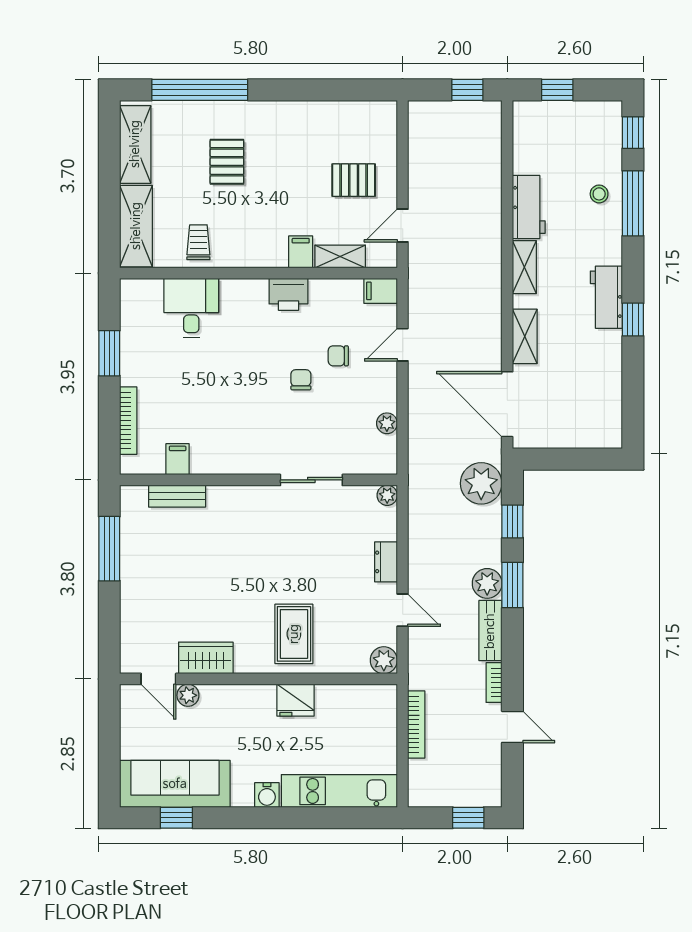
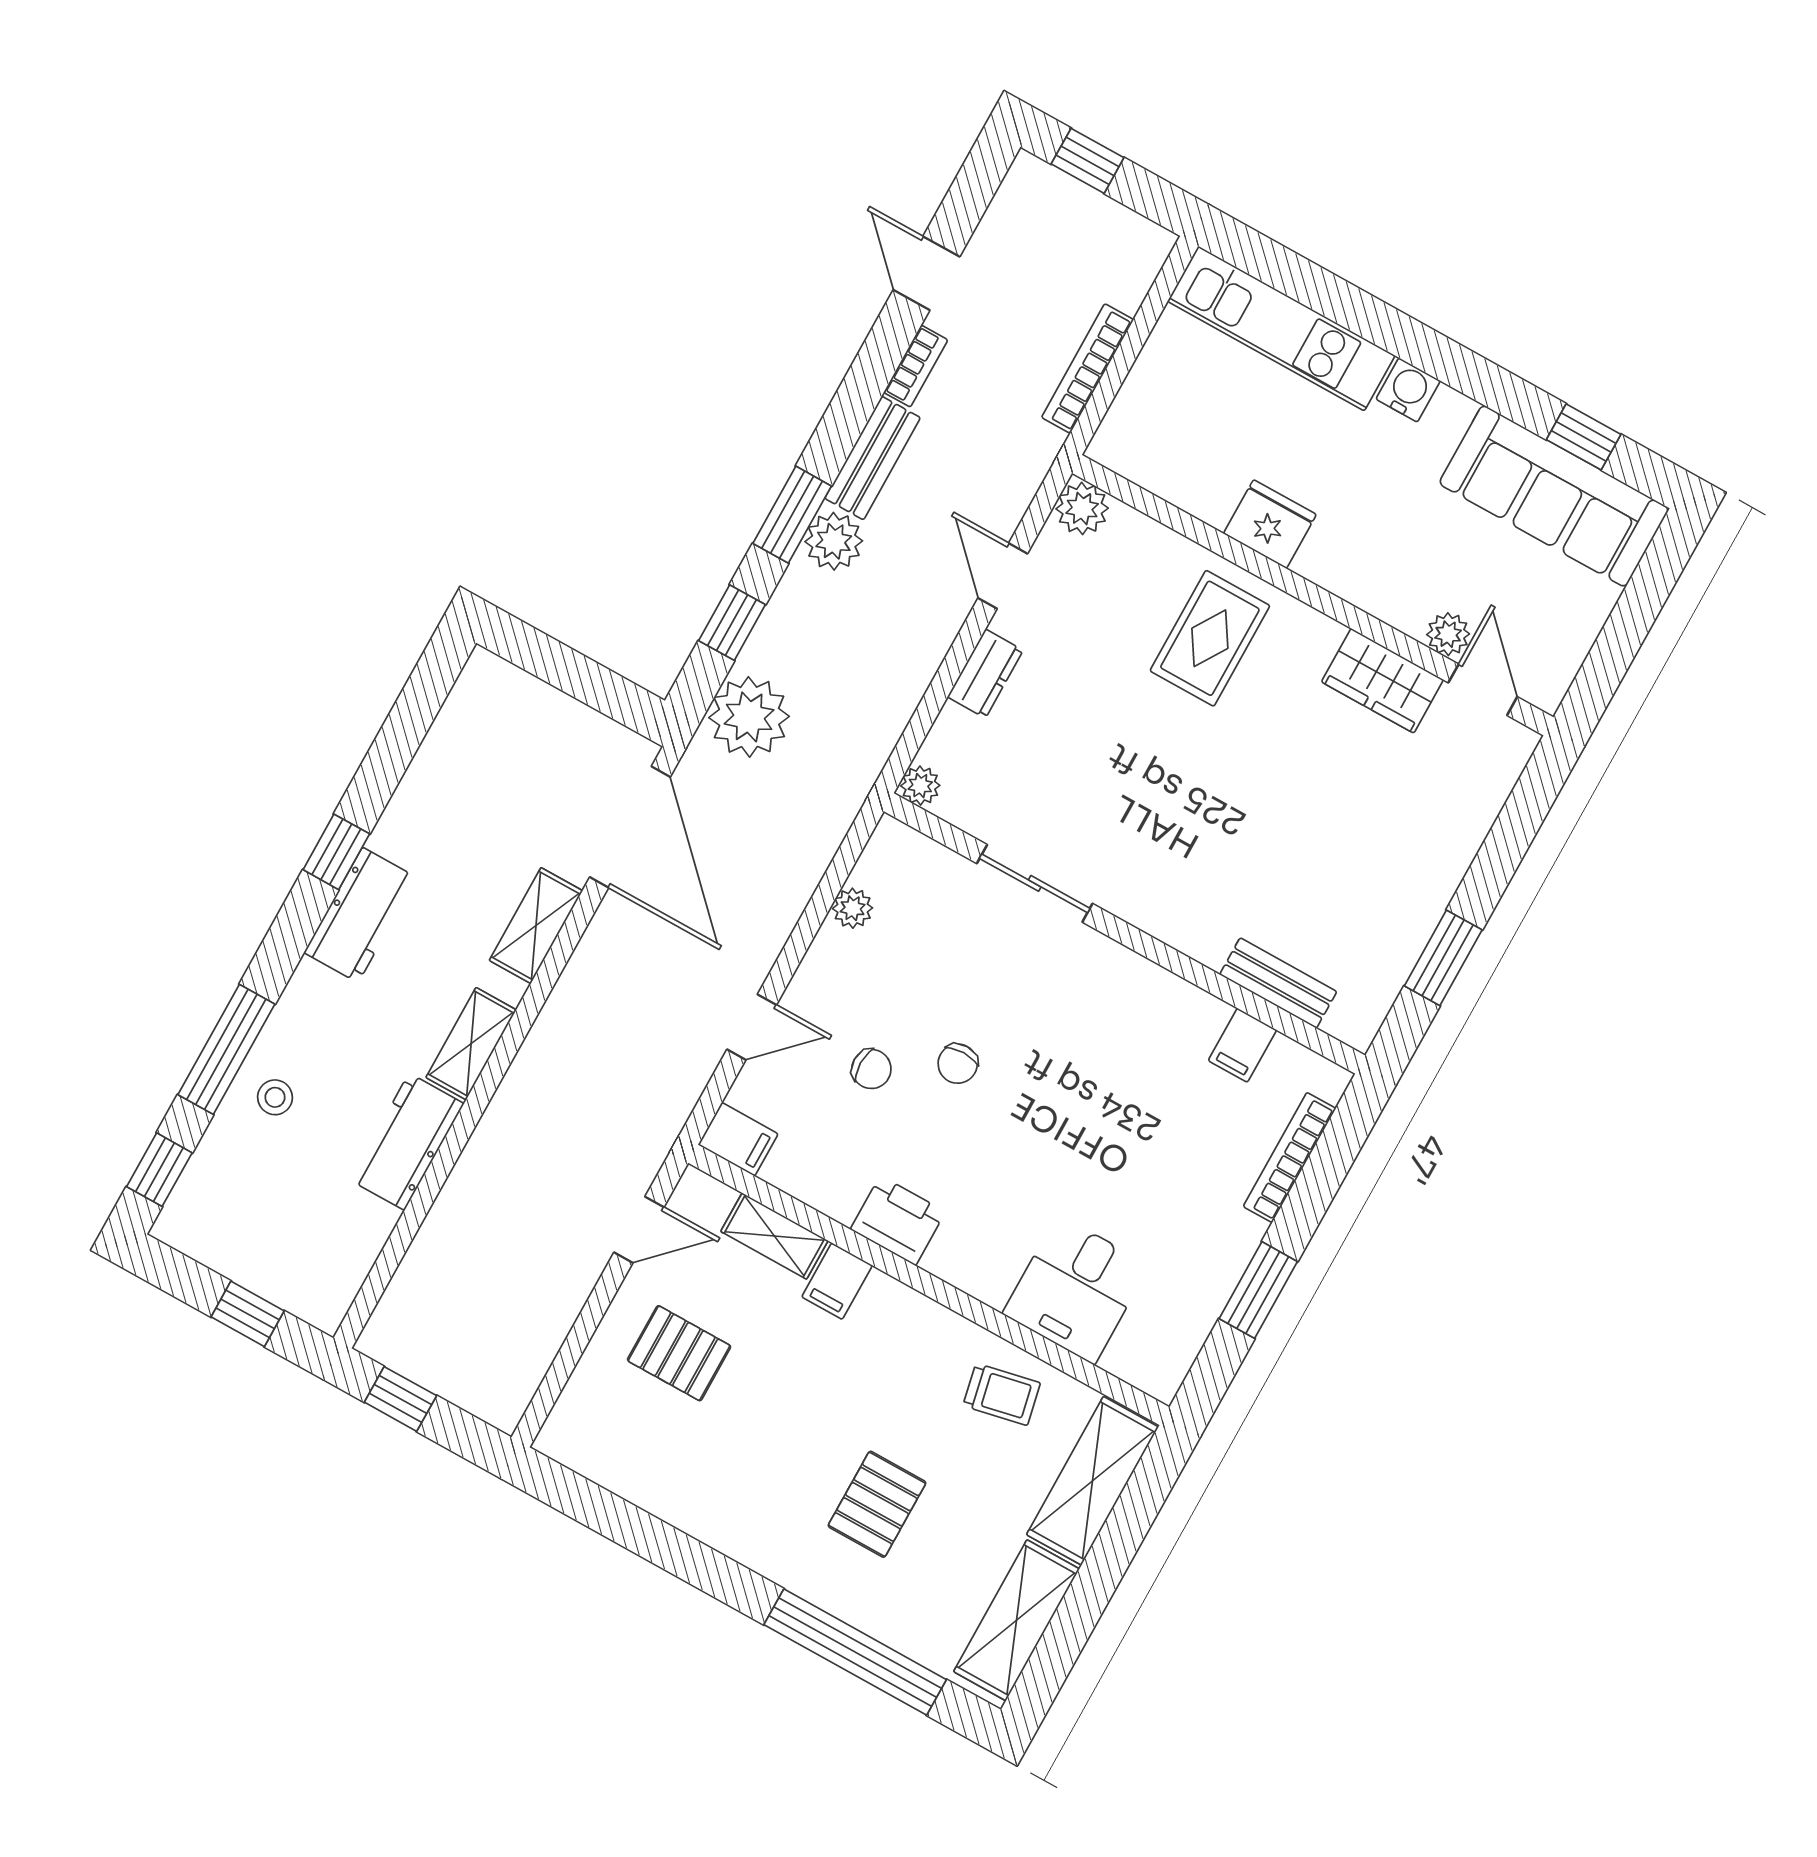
trolley: (198, 242) -> (1002, 1394), turned -102
window: (109, 549) -> (1443, 958), width x0.69

